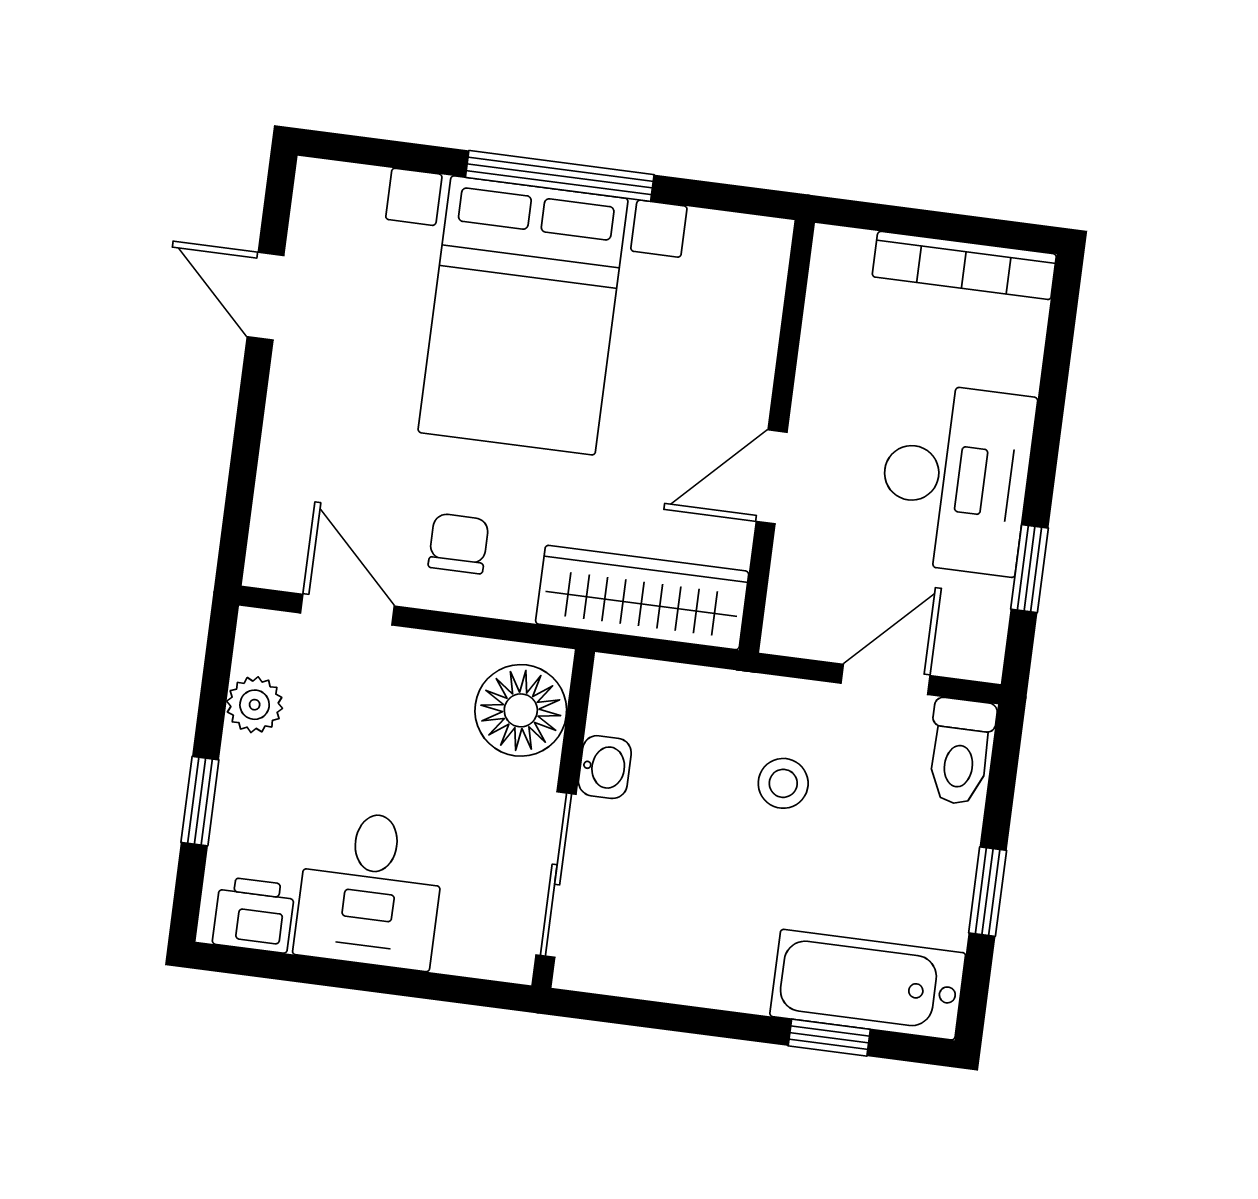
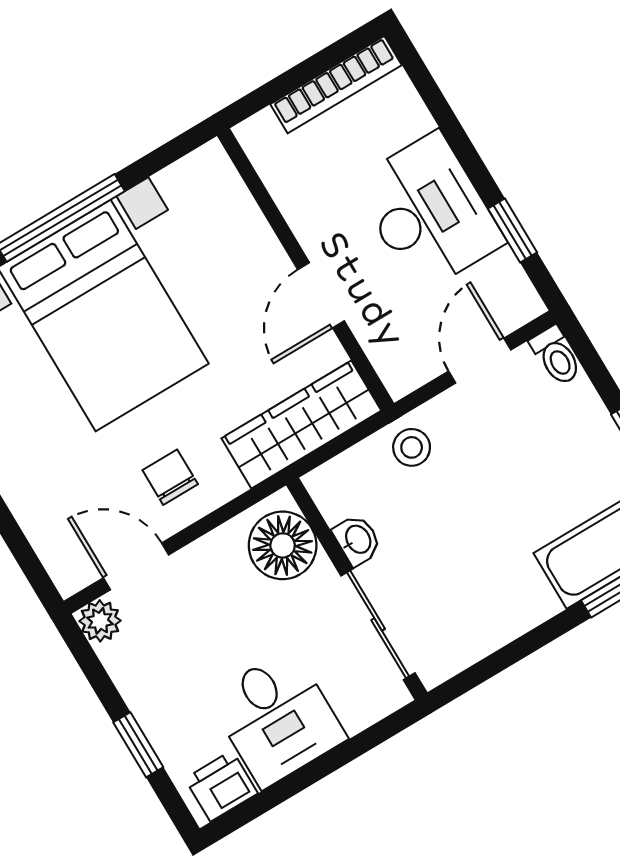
plant: (255, 705) -> (100, 621), moved
toilet: (960, 752) -> (556, 356), width x0.73, depth x0.72
stool: (783, 783) -> (412, 447), moved

